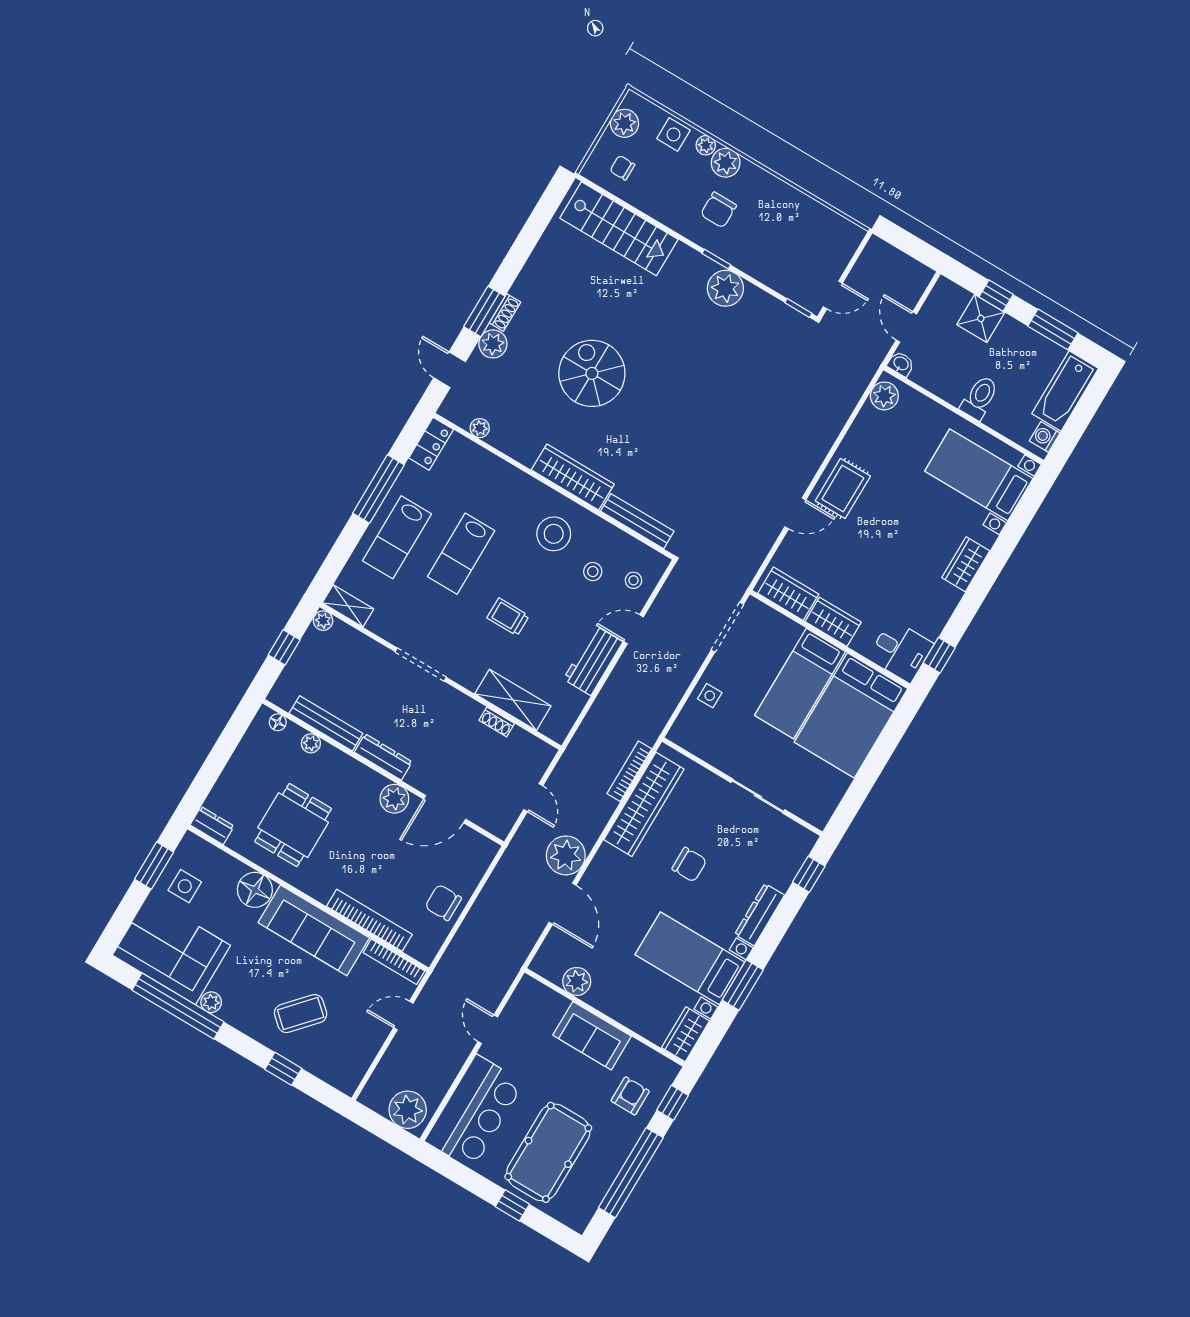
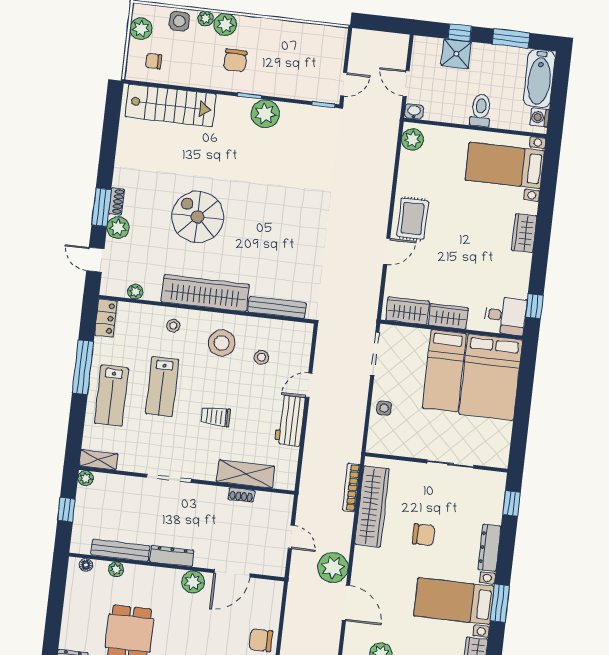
wardrobe: (573, 477) -> (205, 293), width x1.40, depth x1.17
stool: (634, 580) -> (173, 326), moved

